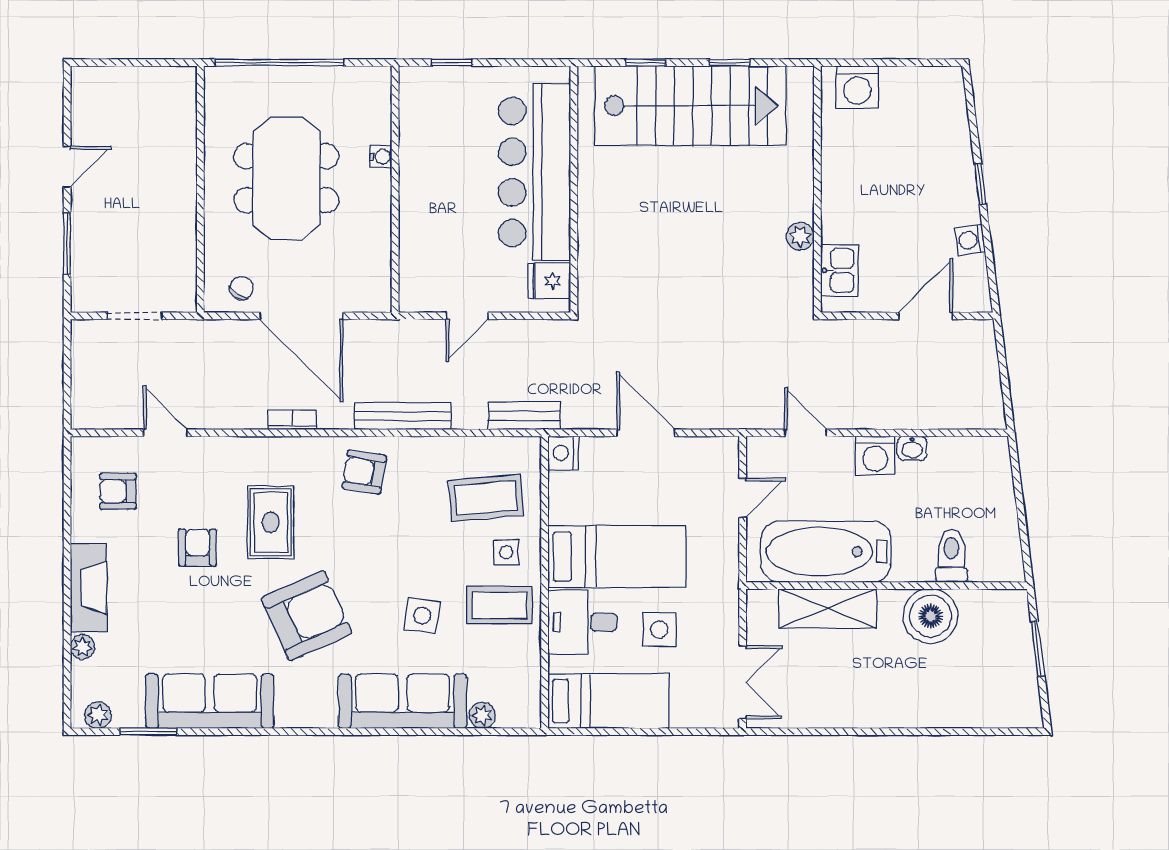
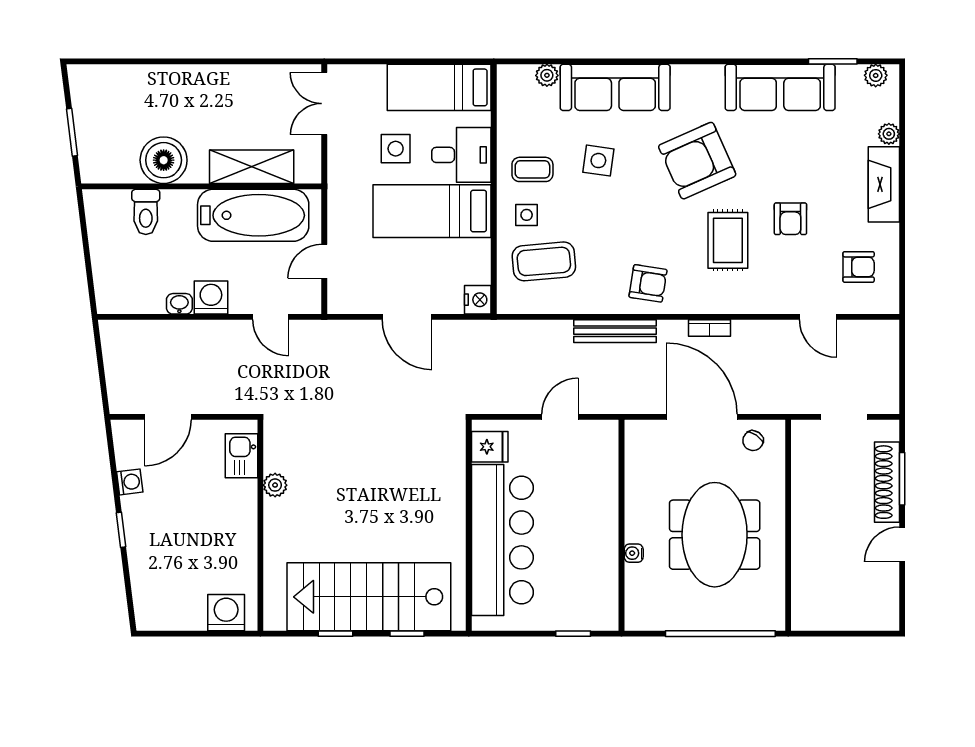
shoe rack: (85, 240) -> (887, 482), added
bench: (524, 416) -> (511, 331), removed
coffee table: (499, 605) -> (532, 169), width x0.73, depth x0.77

